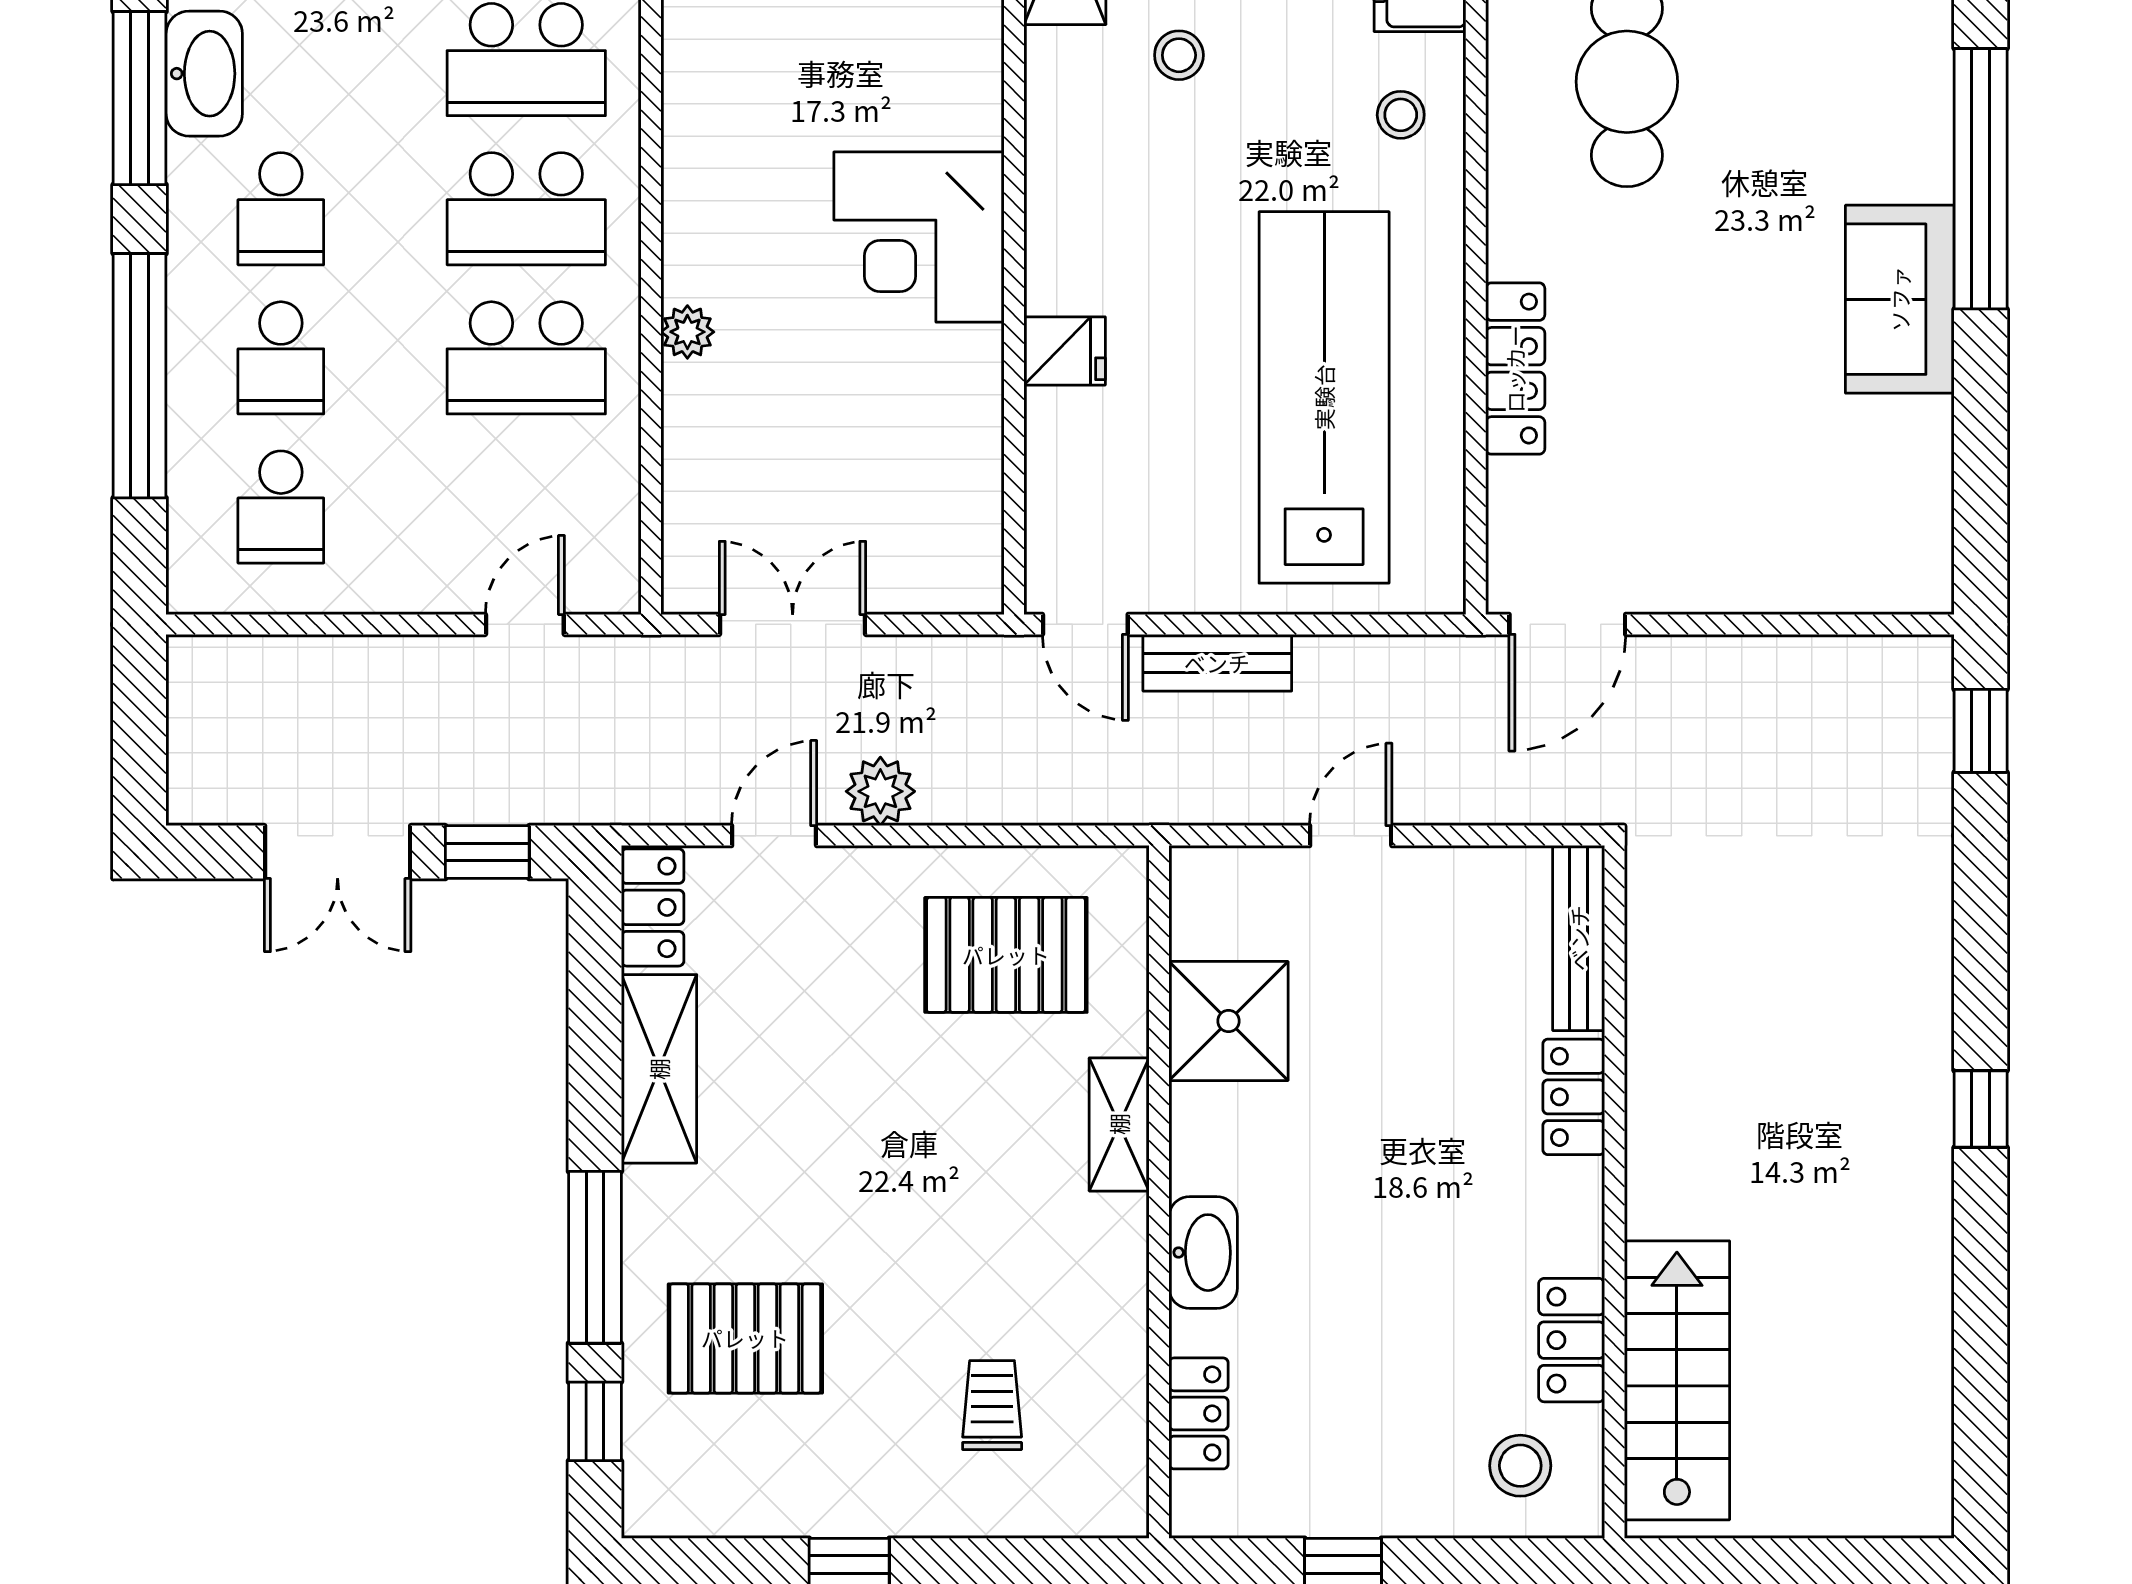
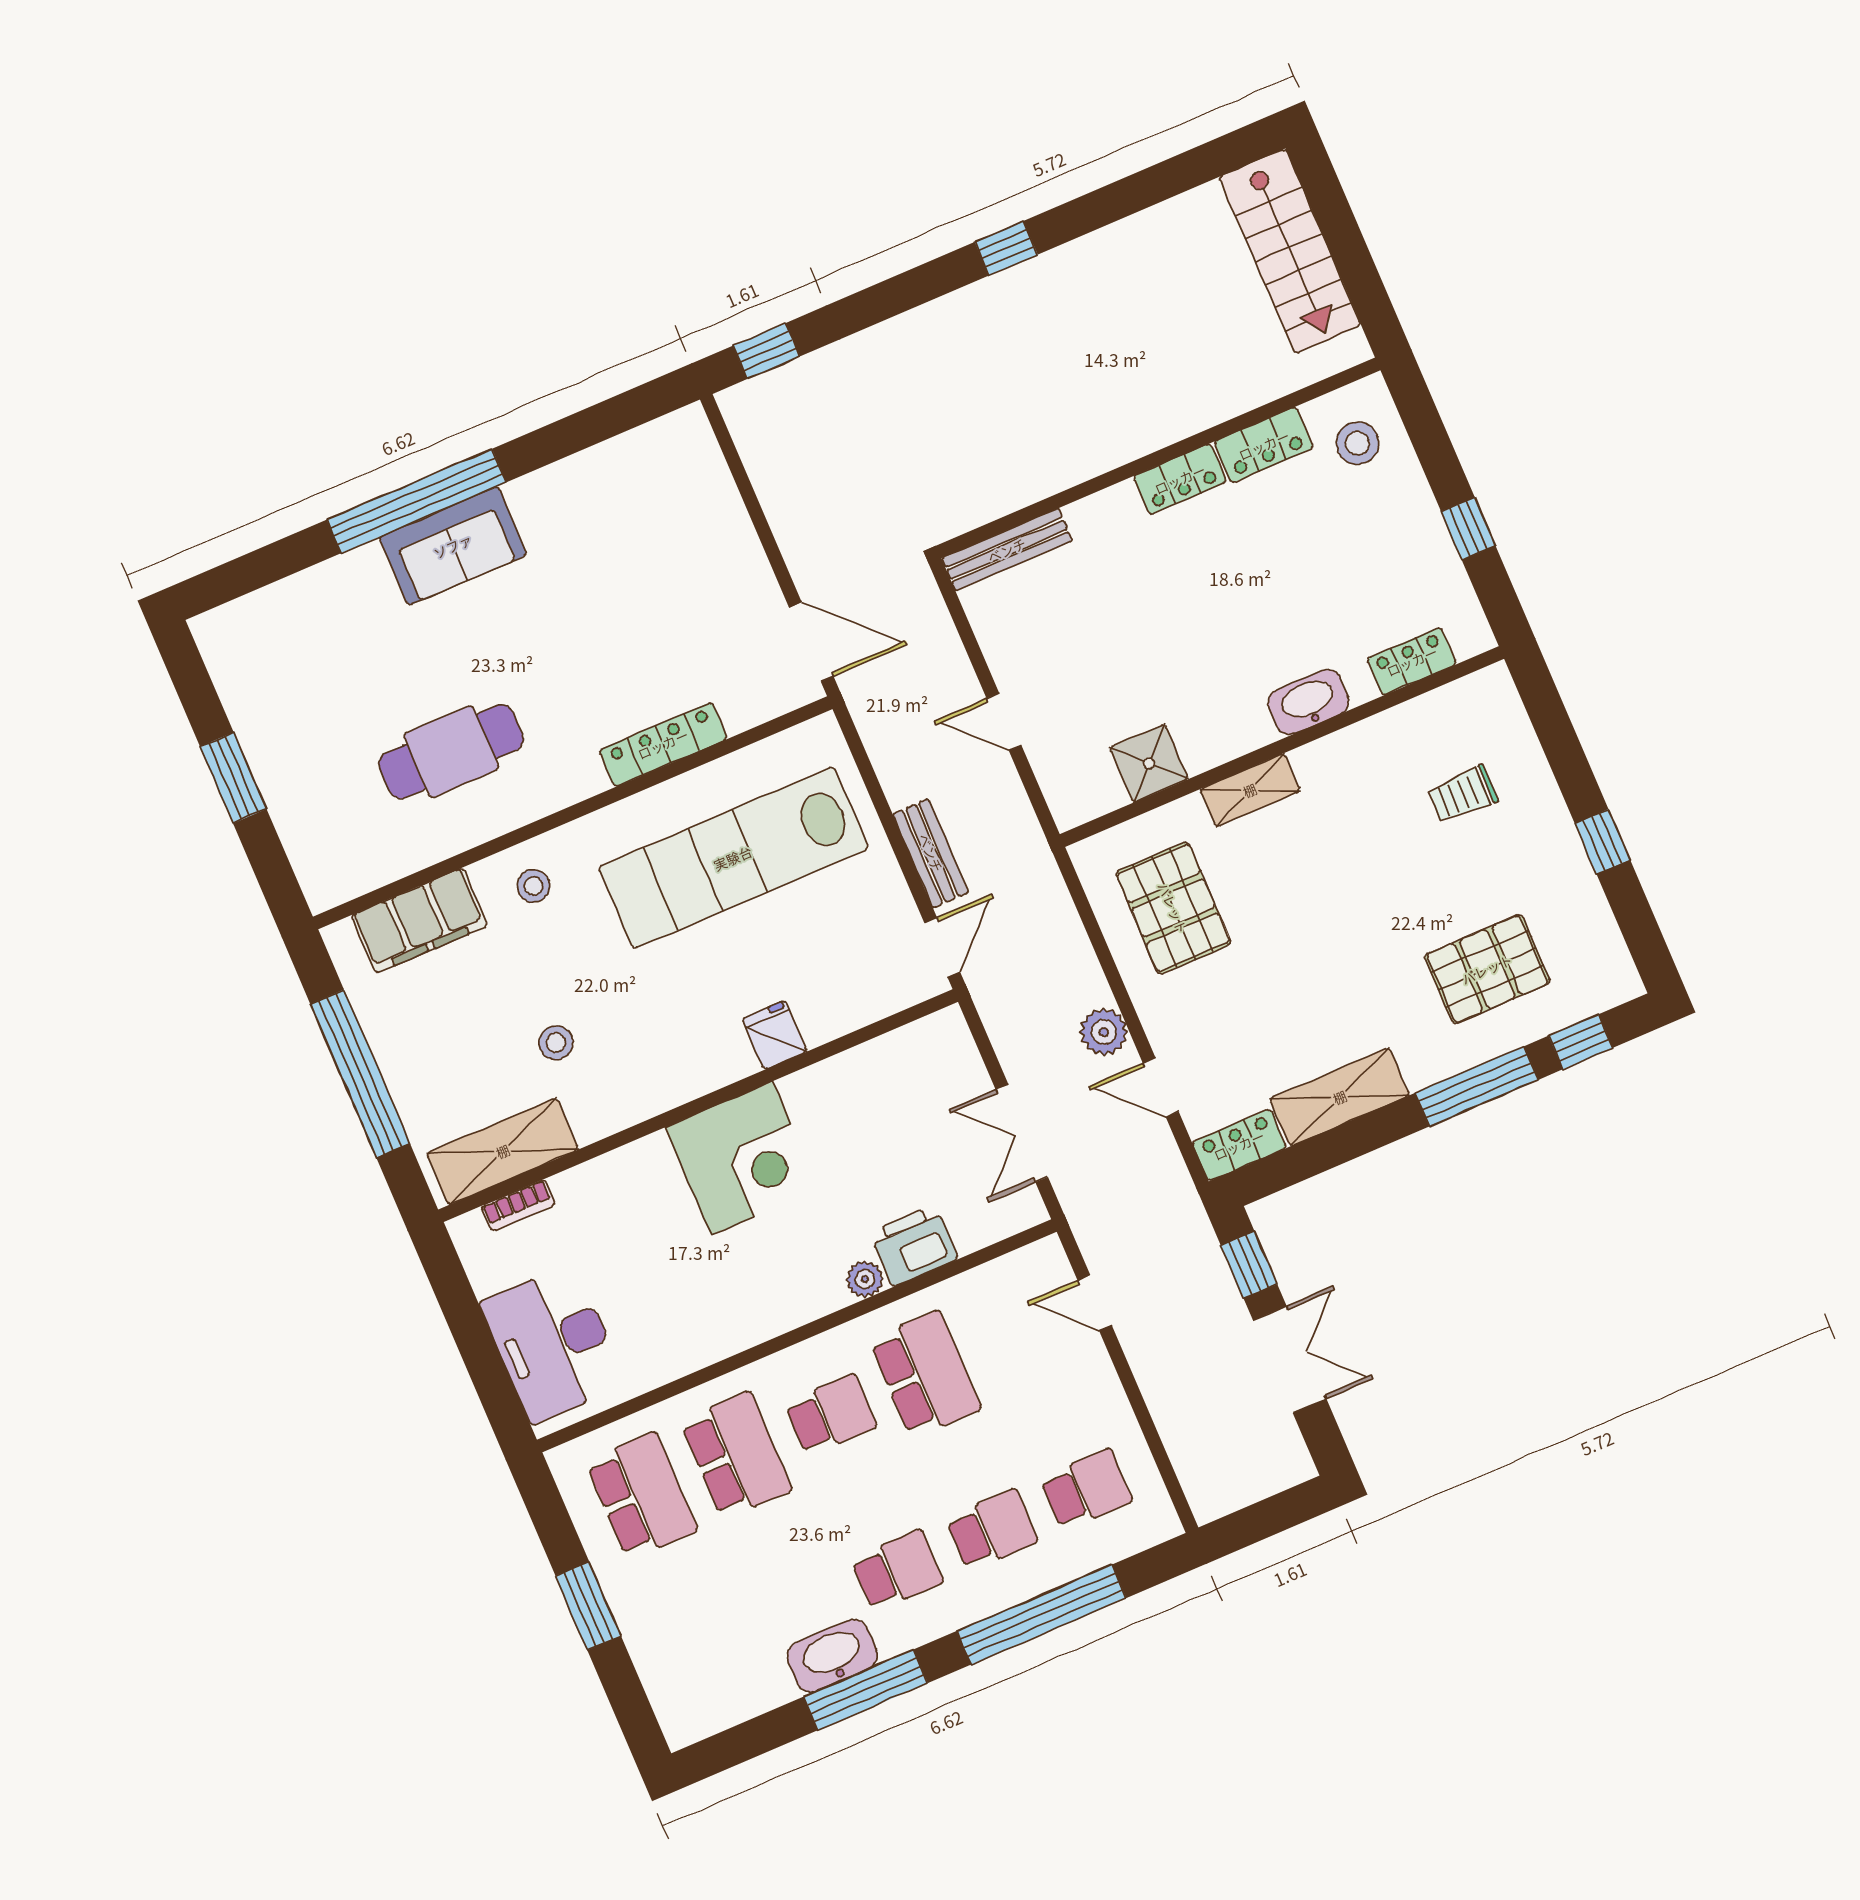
school desk: (526, 209) -> (831, 1415), width x0.54
sofa: (1900, 299) -> (453, 546), moved
printer: (704, 416) -> (914, 1246), added
shower: (1229, 1021) -> (1149, 763), width x0.73, depth x0.73
locker: (1574, 1097) -> (1180, 479), moved
pallet: (745, 1338) -> (1487, 969), turned 90
stairs: (1677, 1380) -> (1290, 251), moved, turned -90

